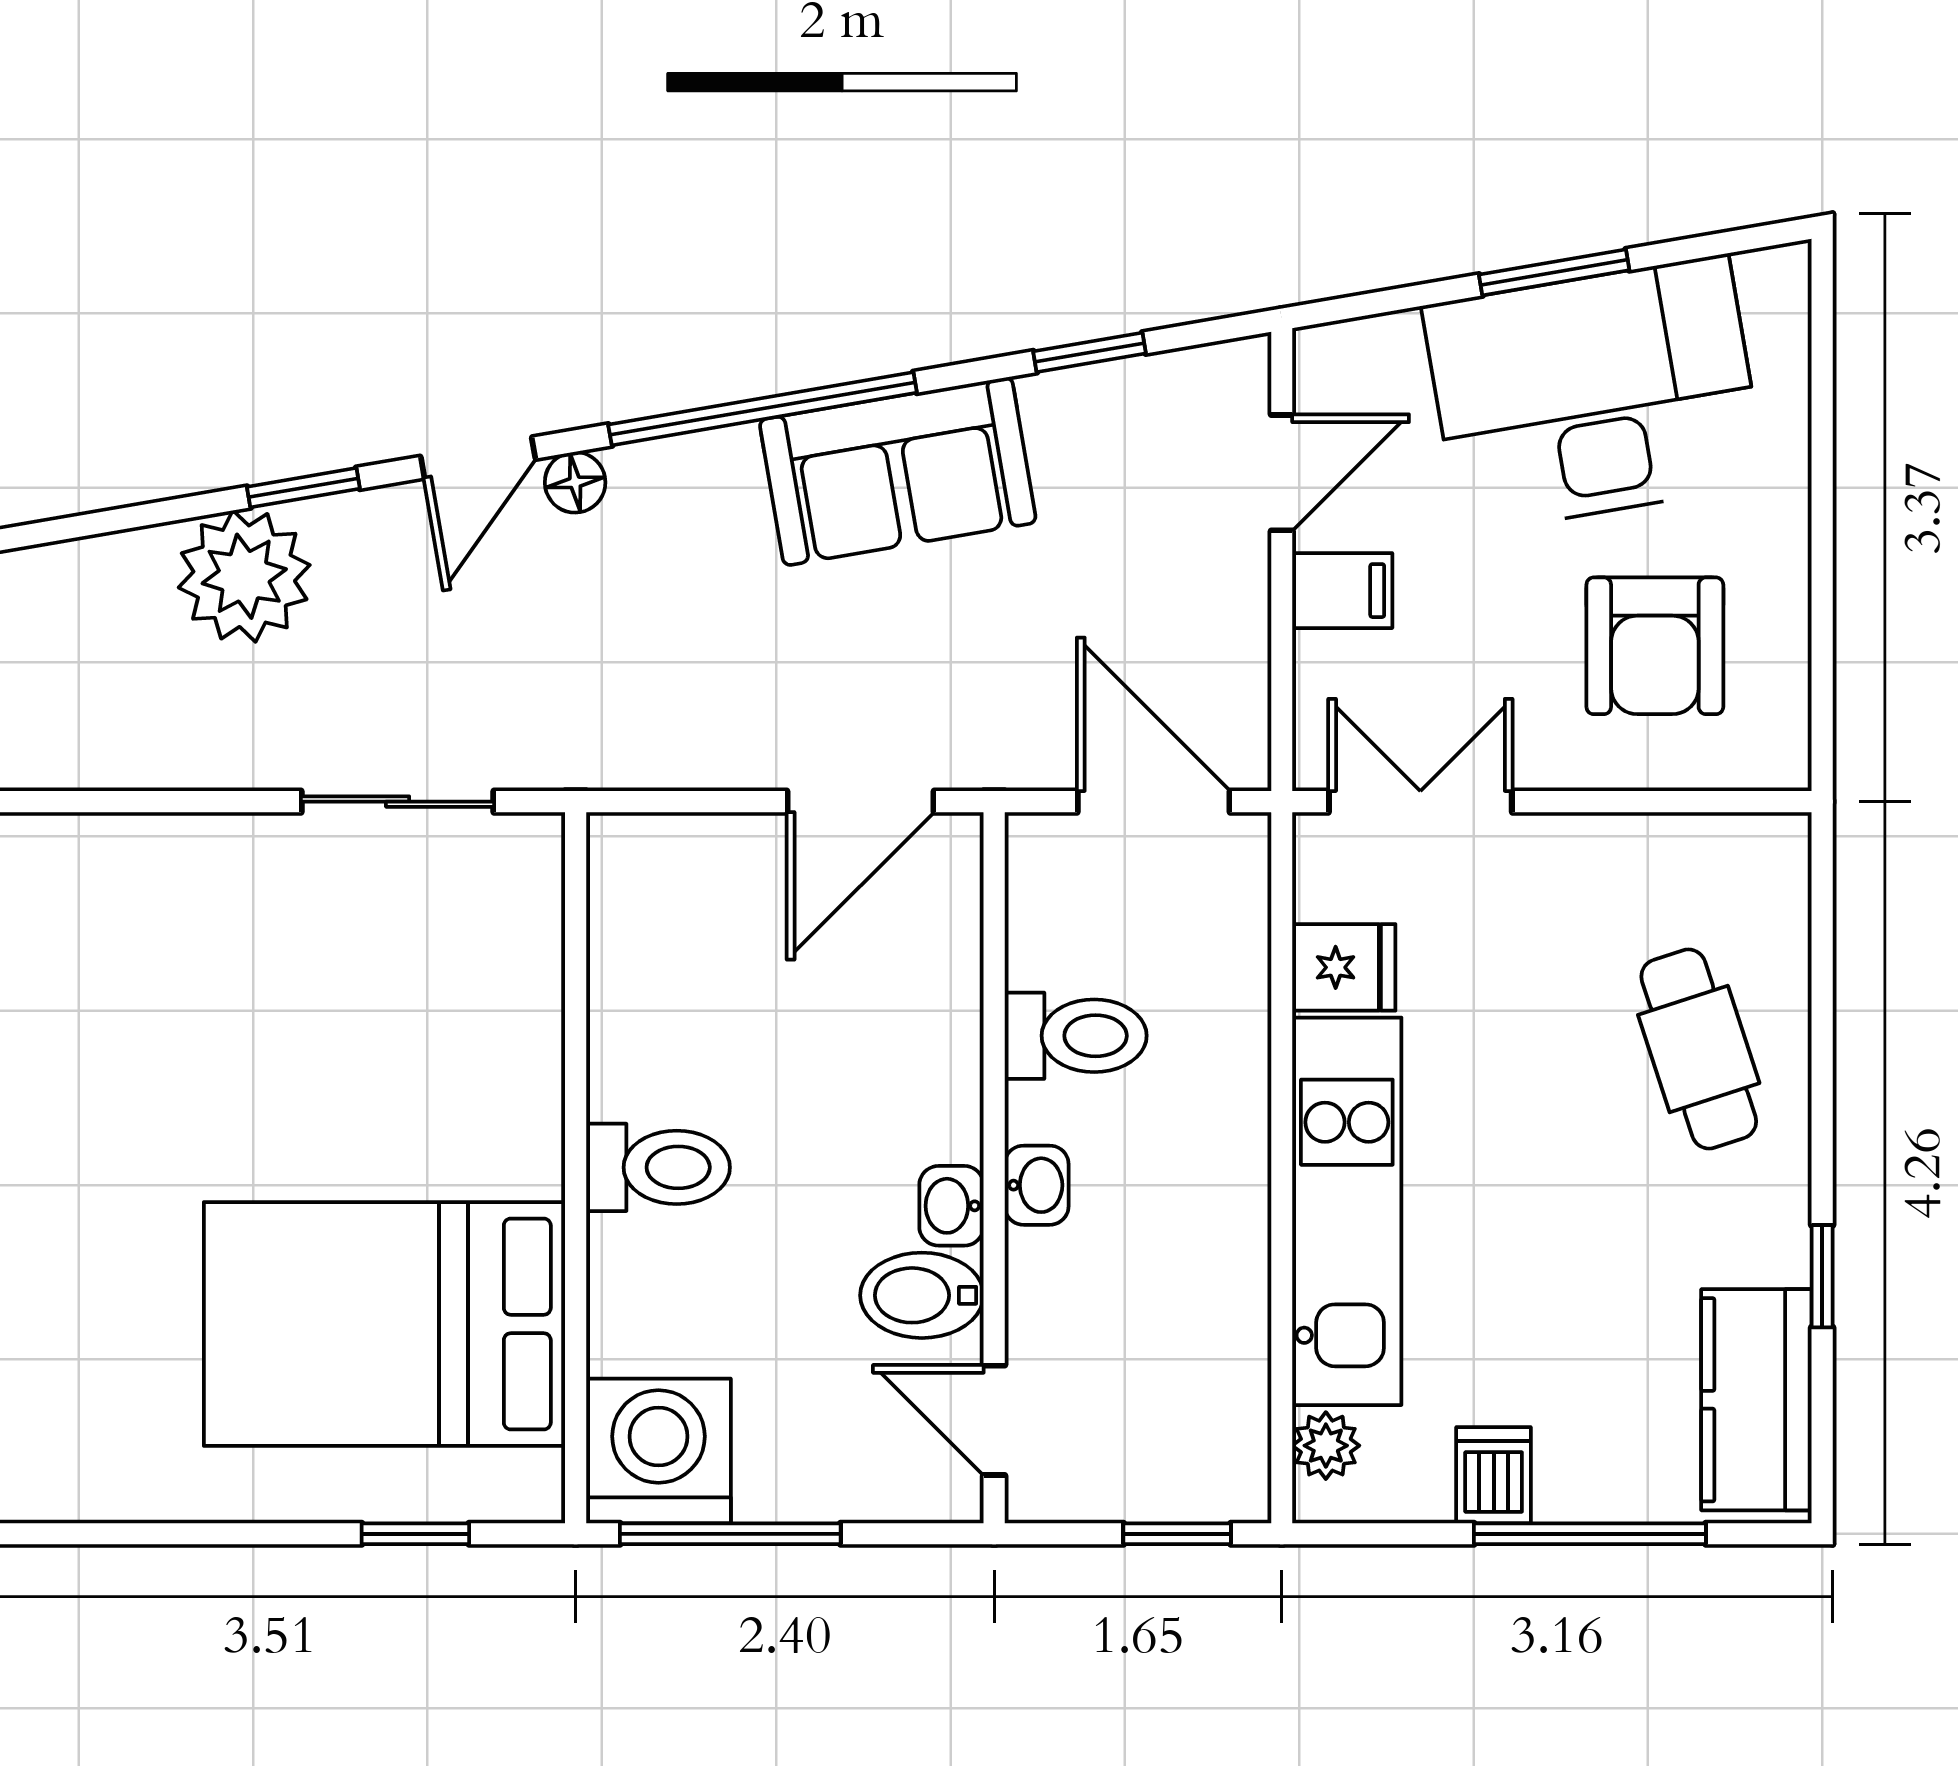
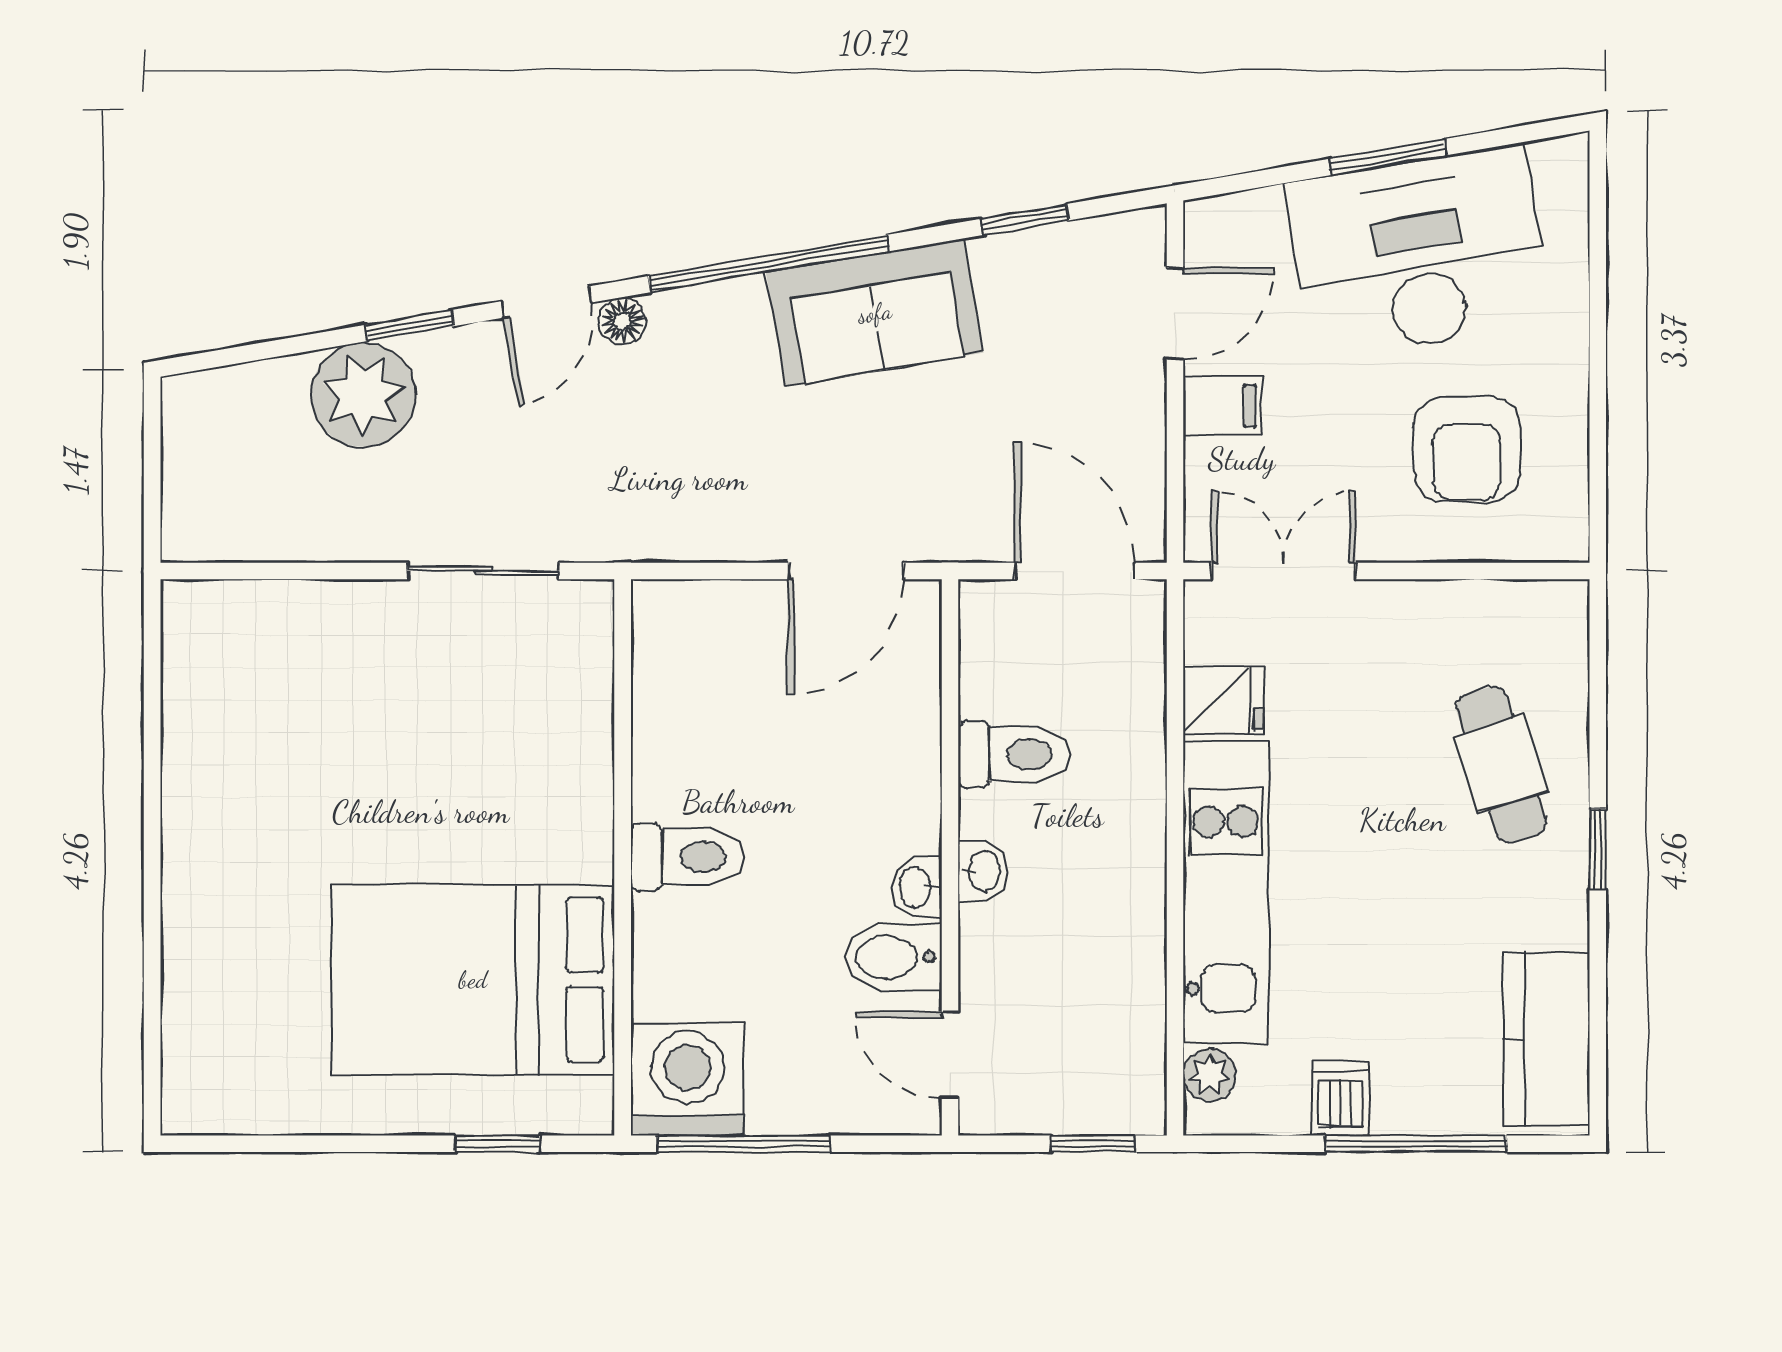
window: (1822, 1276) -> (1598, 849), moved

